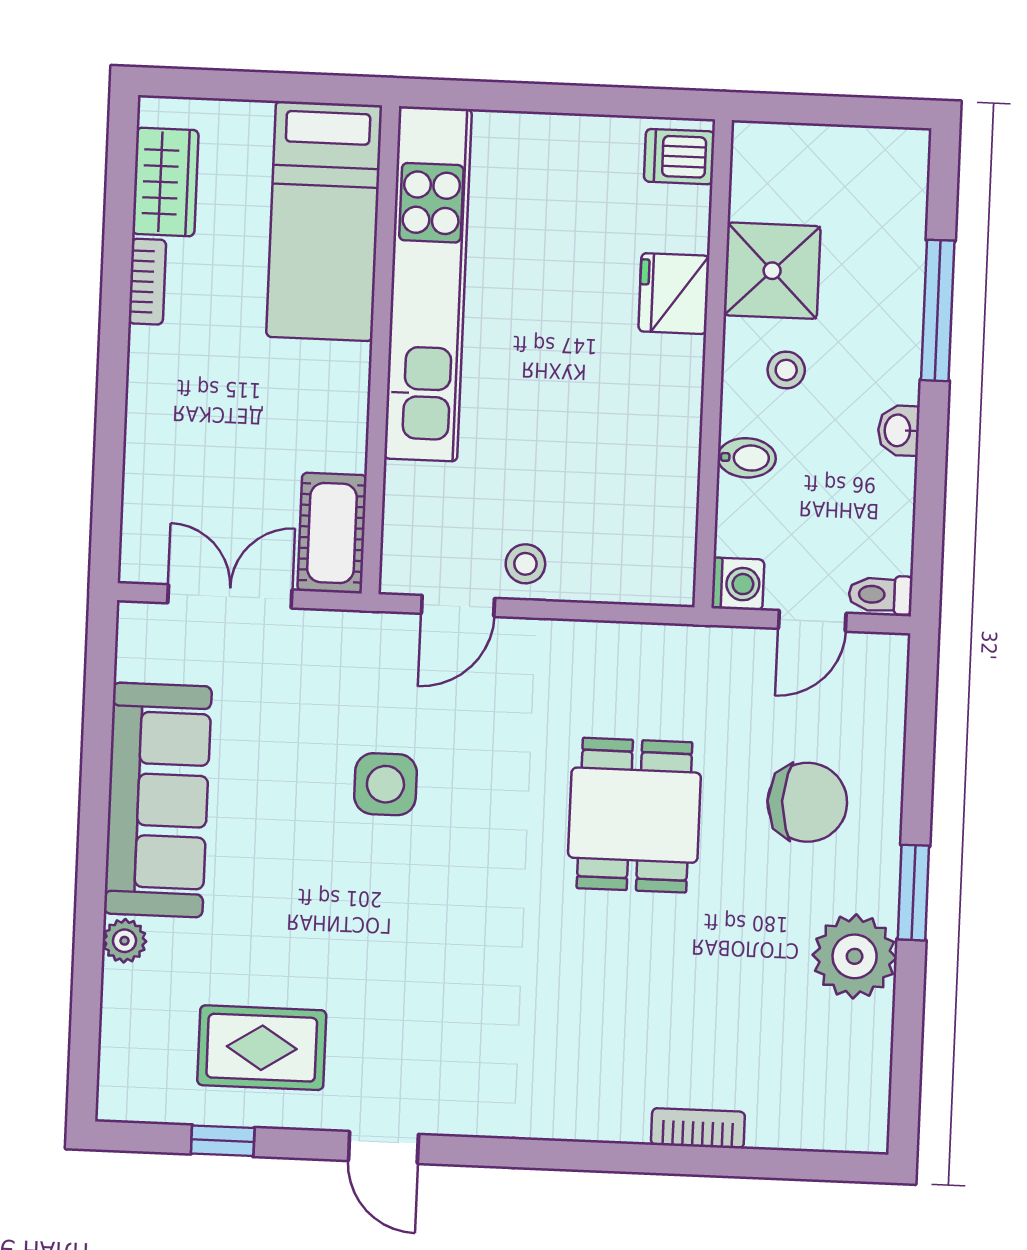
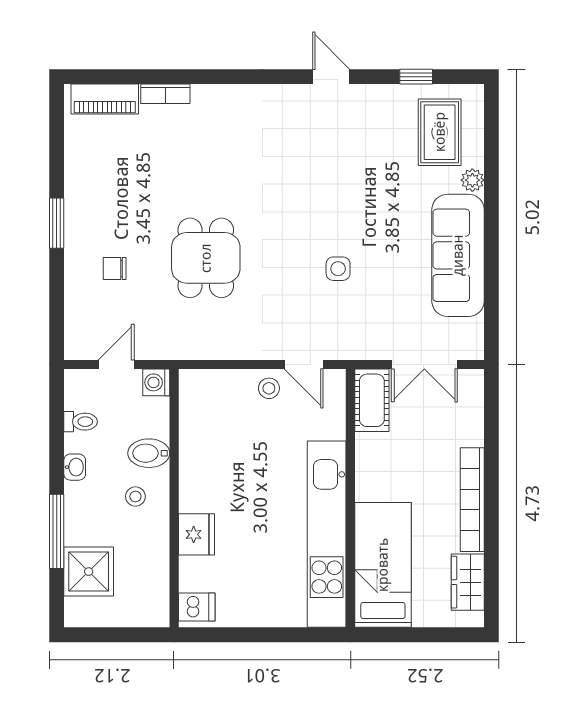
shower: (772, 271) -> (89, 572), moved
bookcase: (147, 282) -> (472, 500), width x2.31, depth x1.31
bidet: (747, 458) -> (149, 453), width x1.38, depth x1.36
toilet: (881, 595) -> (81, 422), moved
door: (458, 606) -> (304, 365), swing flipped
side table: (385, 784) -> (338, 269), width x0.73, depth x0.73
chair: (807, 802) -> (115, 268), width x0.54, depth x0.54
plant: (855, 956) -> (86, 188), removed
rug: (262, 1048) -> (440, 132), moved, turned 90
piano: (813, 1123) -> (105, 99), added

